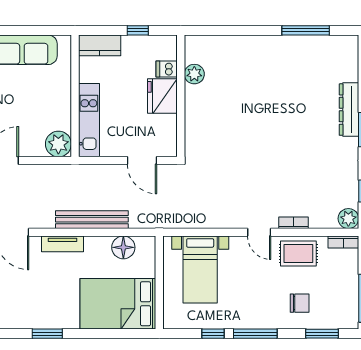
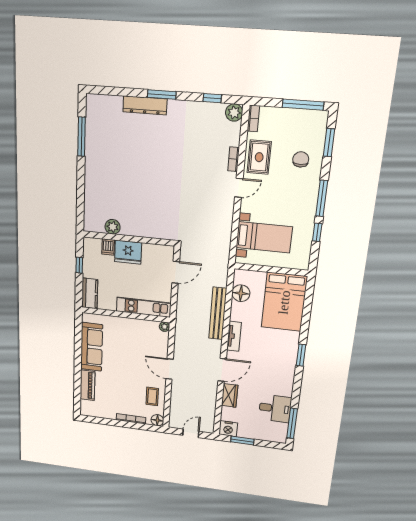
plant: (58, 144) -> (164, 327), width x0.53, depth x0.53

